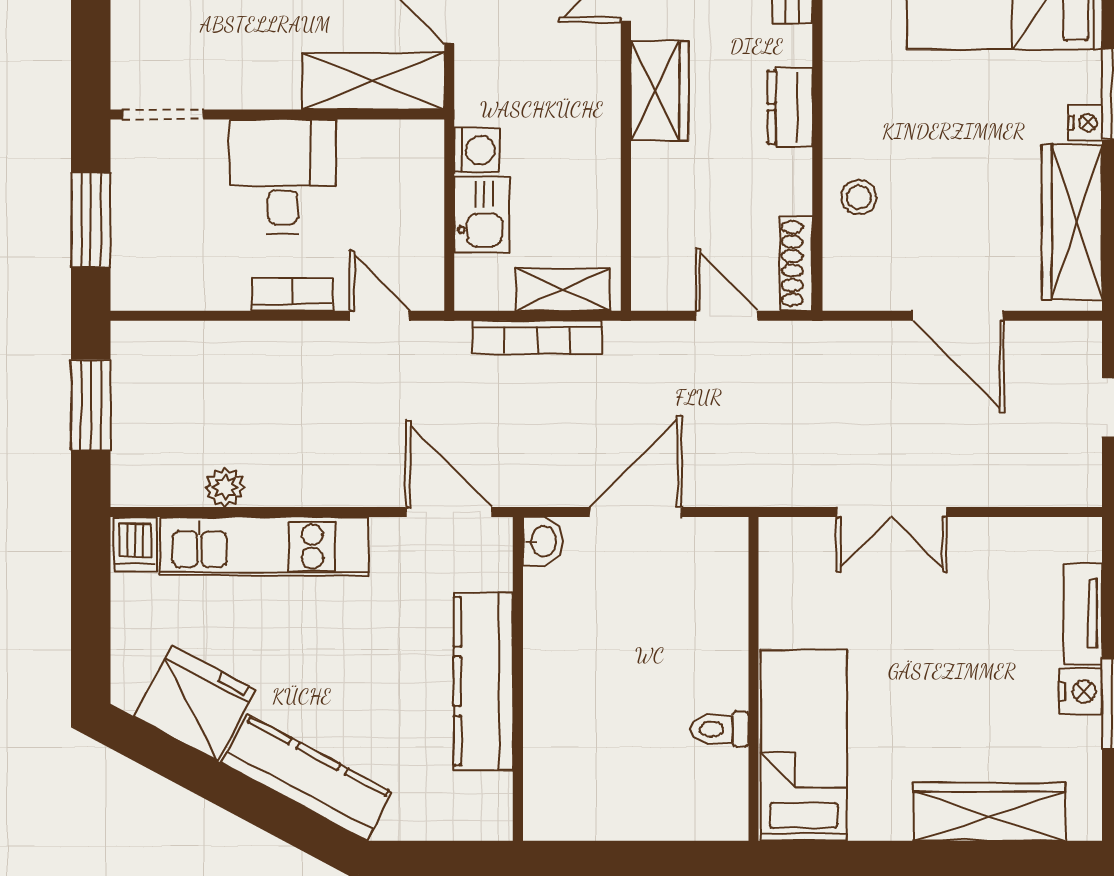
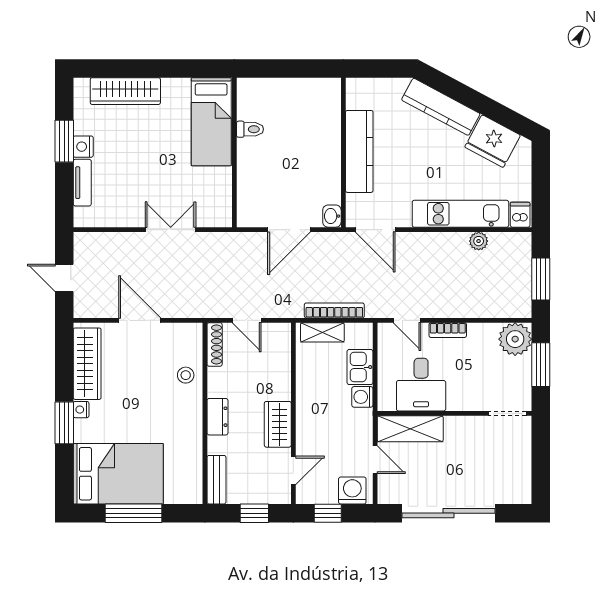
desk: (283, 177) -> (421, 385), moved
plant: (146, 275) -> (515, 339), added

